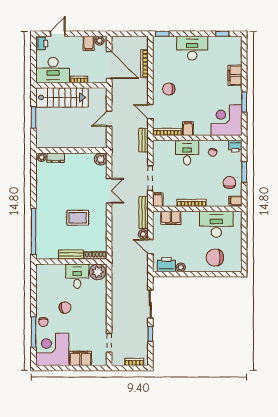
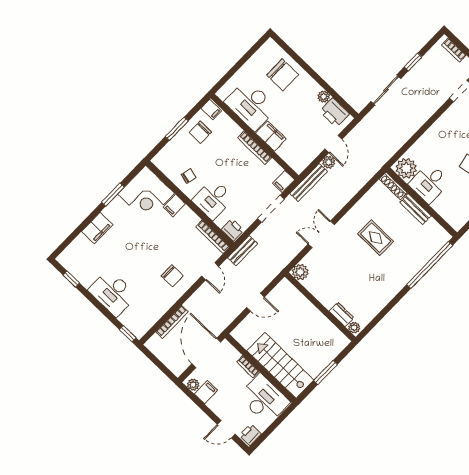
filing cabinet: (188, 129) -> (174, 205), moved
printer: (235, 146) -> (233, 230), moved
filing cabinet: (171, 218) -> (271, 136), moved

